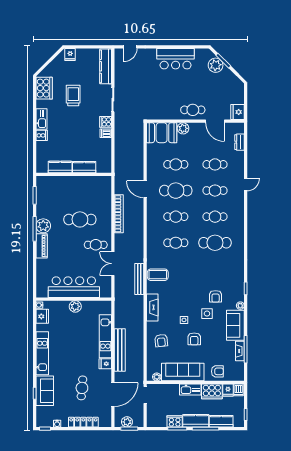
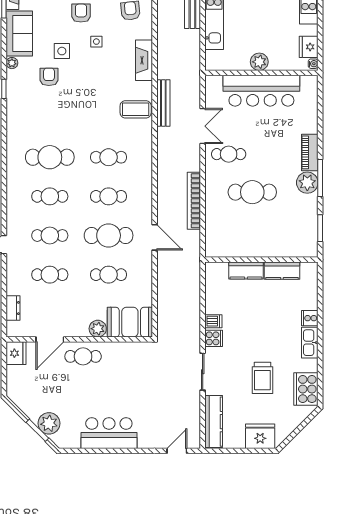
fridge: (70, 54) -> (260, 436), width x1.88, depth x1.34
door: (215, 121) -> (50, 339), swing flipped

